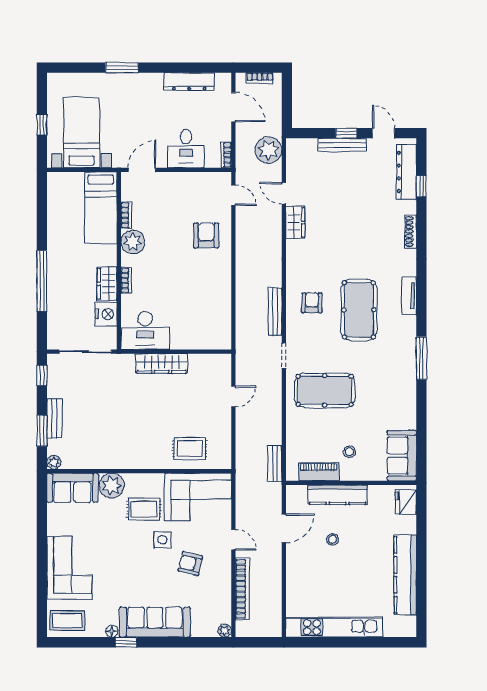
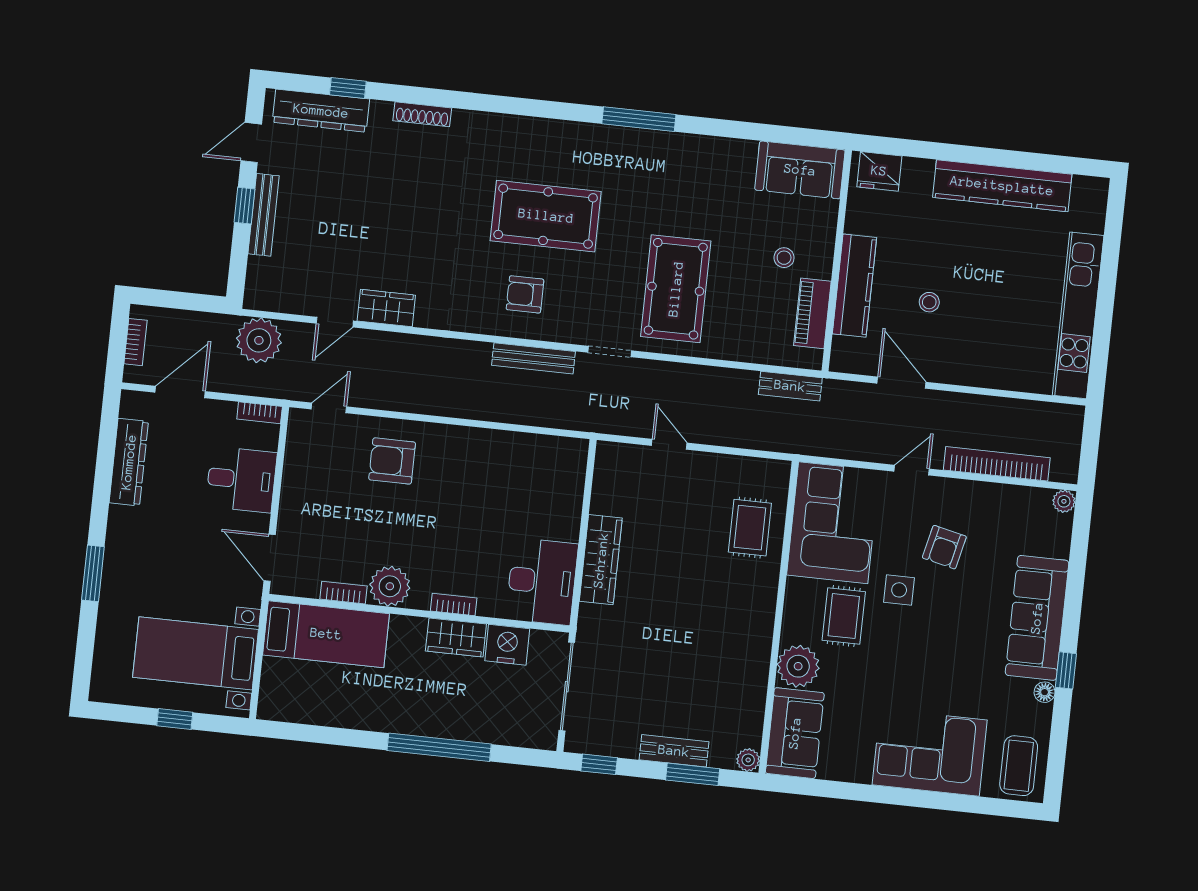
tv unit: (409, 296) -> (531, 129), removed

